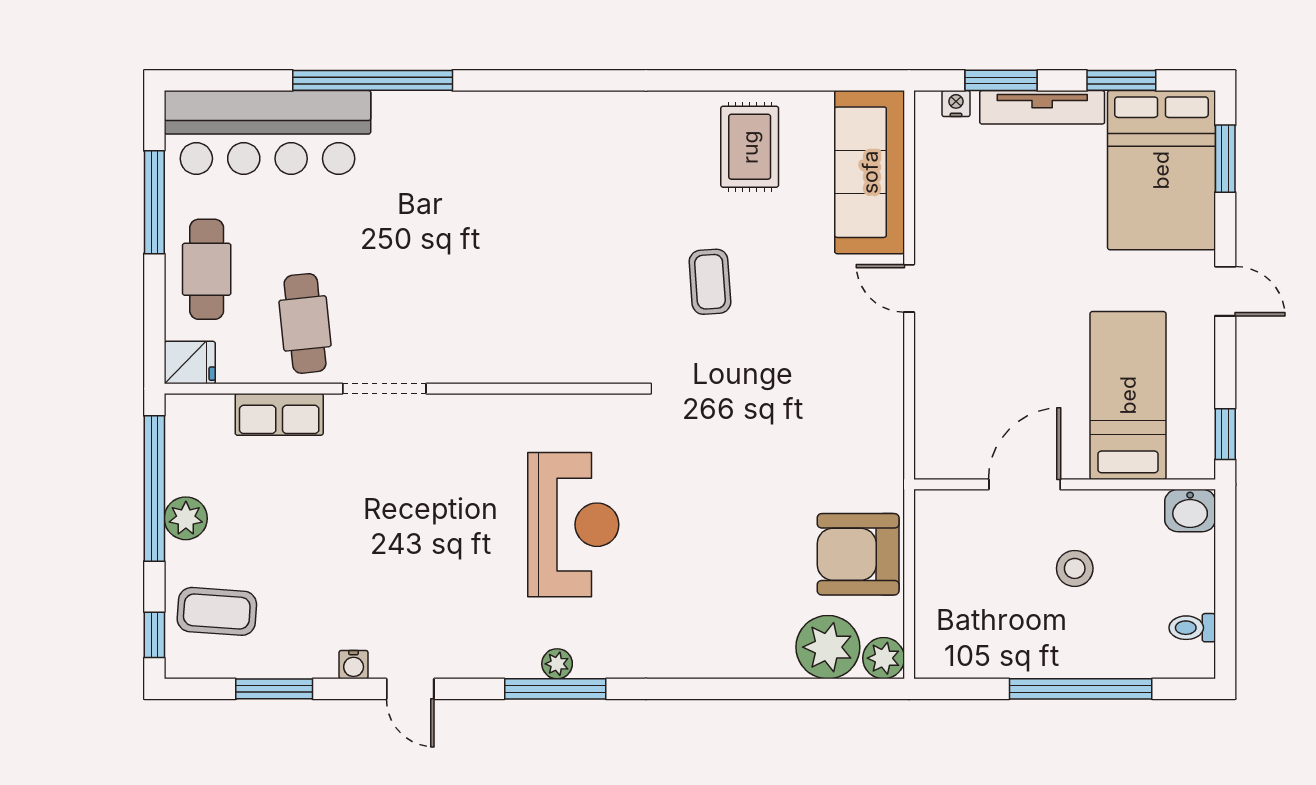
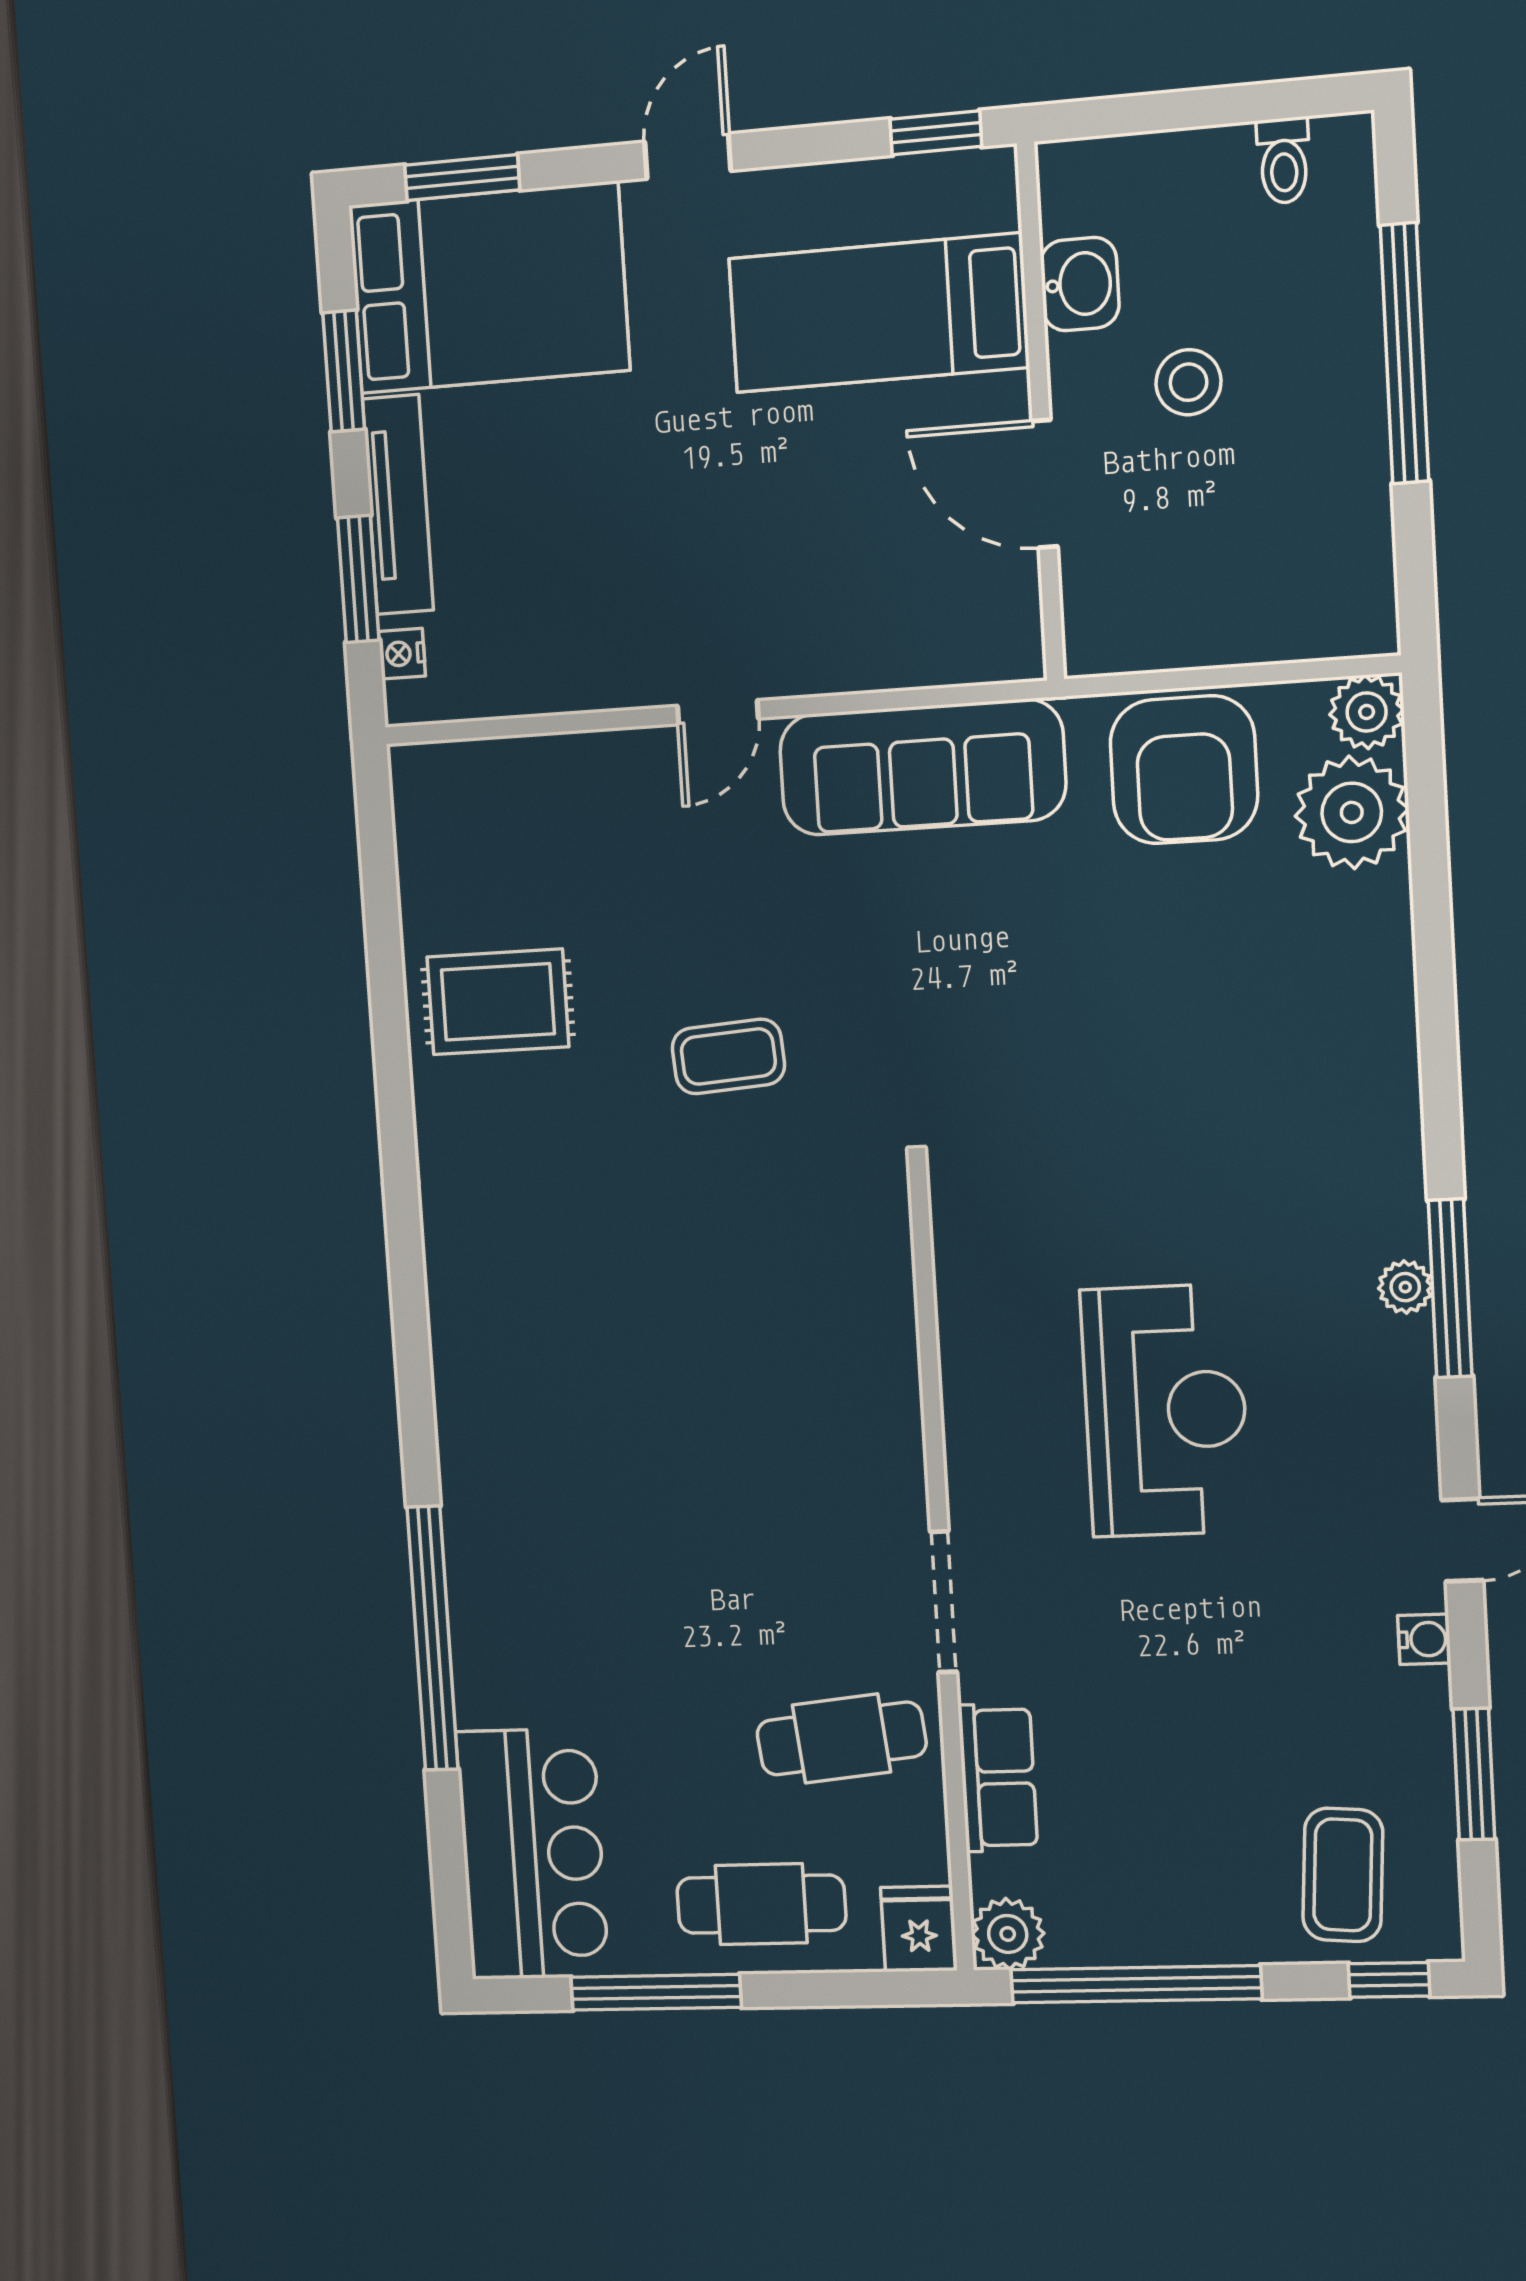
bar counter: (267, 132) -> (532, 1854), width x0.73
sofa: (870, 172) -> (922, 767), moved
washbasin: (1190, 510) -> (1080, 284), moved
plant: (186, 518) -> (1008, 1934), moved
reception desk: (573, 525) -> (1165, 1411), moved, turned 90

